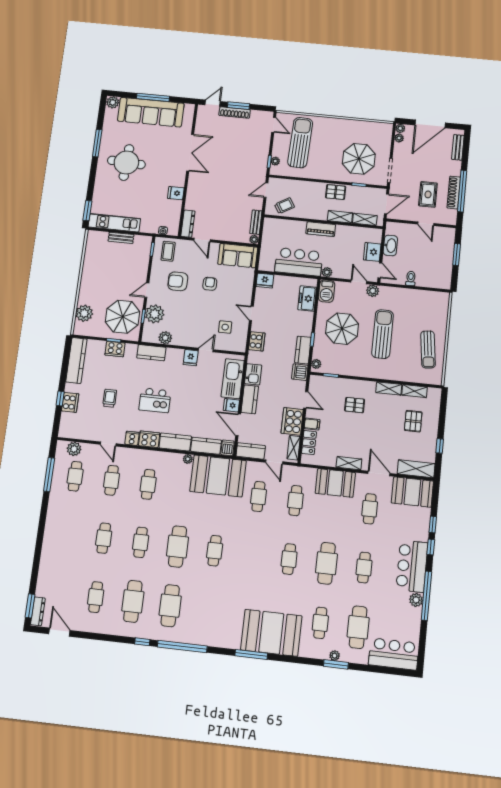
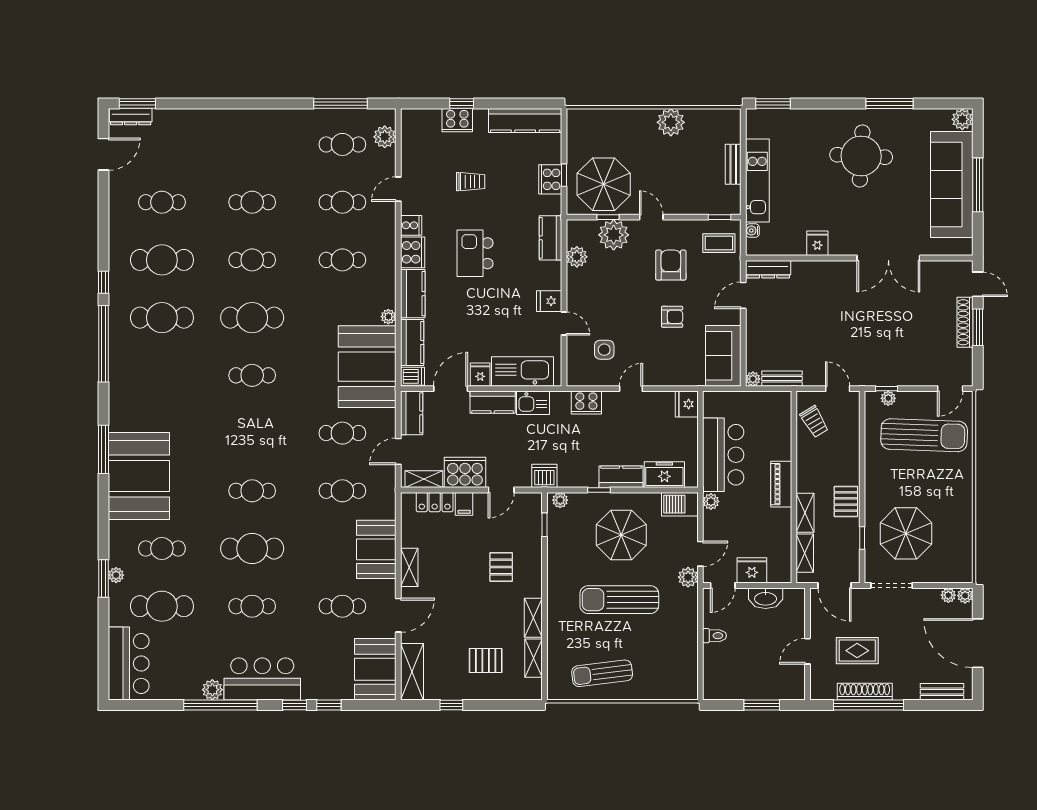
kitchen unit: (114, 223) -> (757, 181), moved
plant: (84, 313) -> (671, 122), moved
sun lounger: (383, 334) -> (619, 600), turned 180
kitchen counter: (303, 350) -> (621, 477), moved

